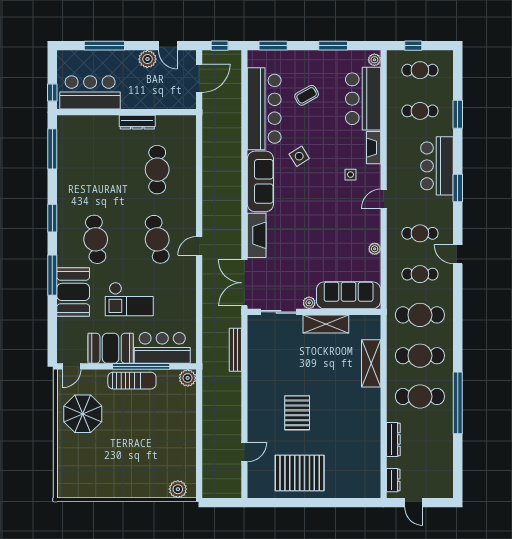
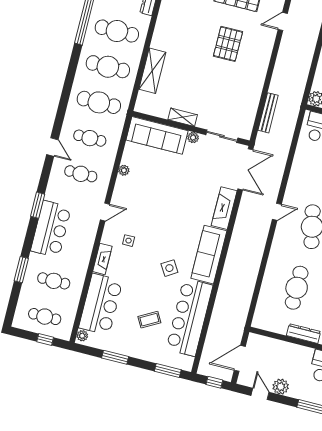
shelving: (326, 324) -> (183, 117), width x0.67, depth x0.75

